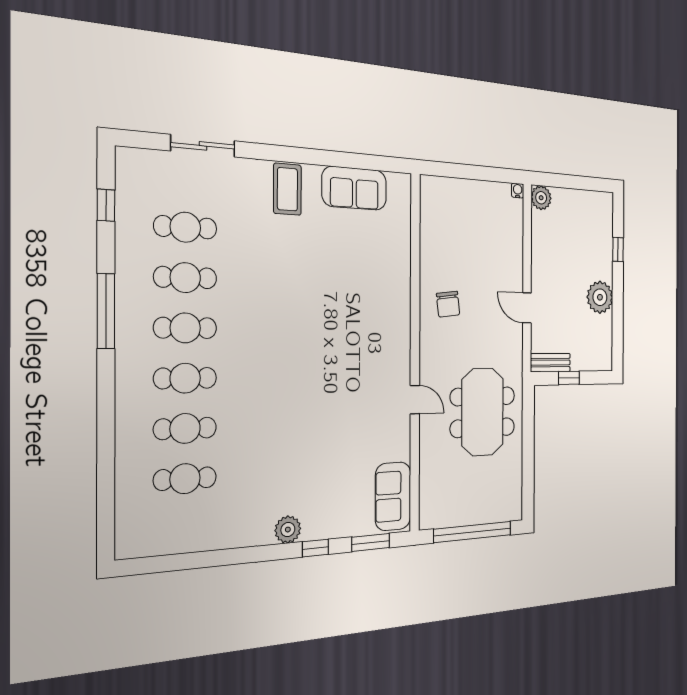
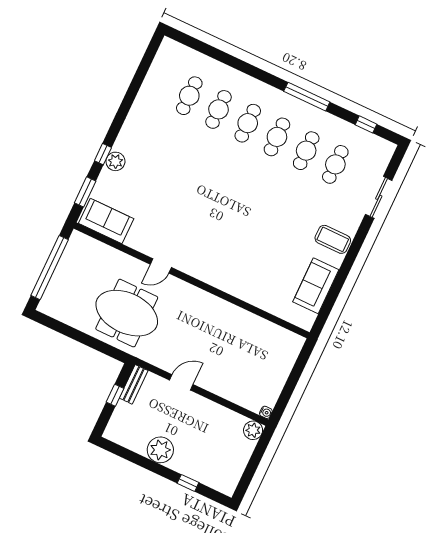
chair: (448, 304) -> (212, 320), removed
plant: (288, 530) -> (115, 161), moved

